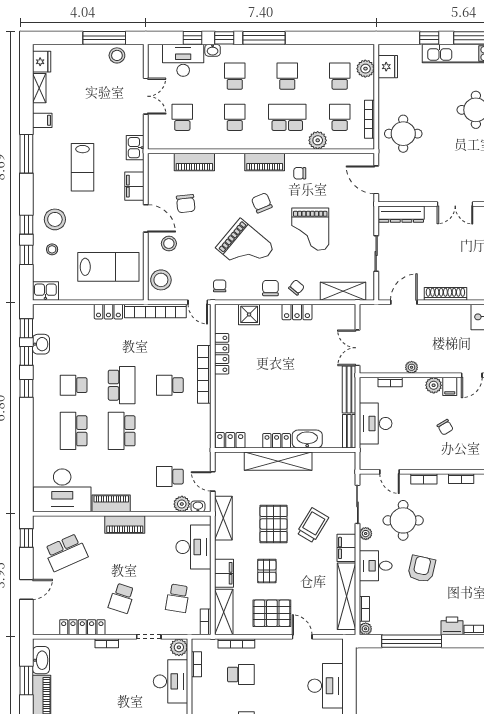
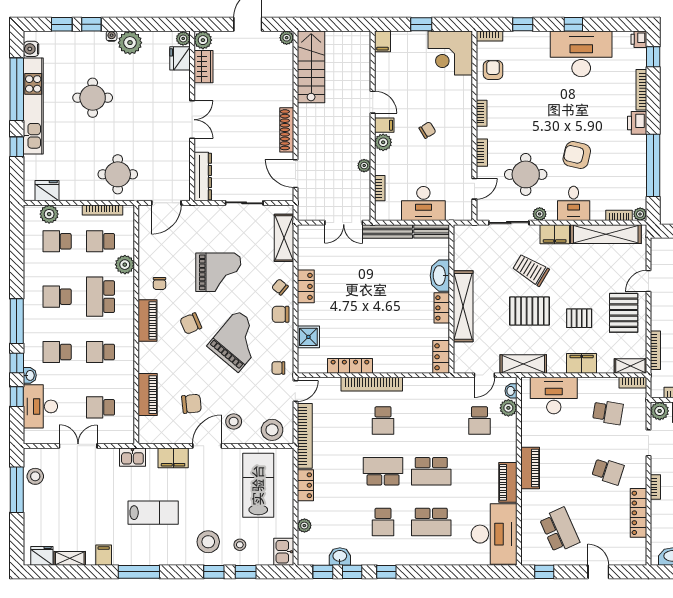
plant: (70, 311) -> (304, 526), added
shelving: (224, 612) -> (630, 366), width x0.67, depth x0.75

